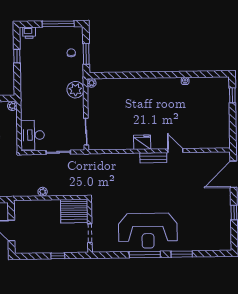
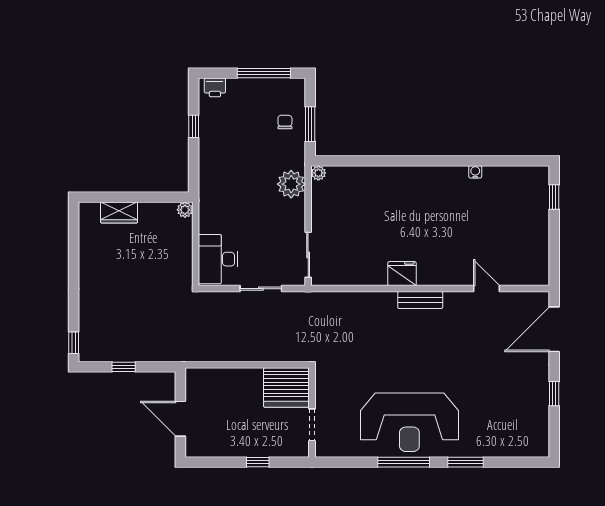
door: (175, 151) -> (486, 289), moved
plant: (43, 192) -> (234, 354), removed

